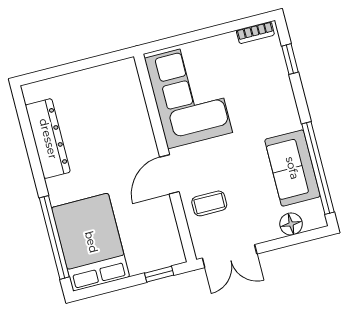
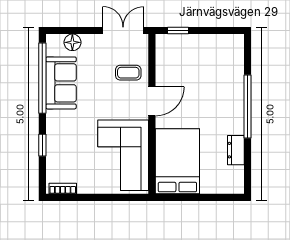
window: (290, 59) -> (42, 145), moved
dresser: (48, 139) -> (236, 150), width x0.51, depth x0.80
window: (54, 237) -> (247, 107), moved
bed: (91, 242) -> (177, 161), moved, turned 180

